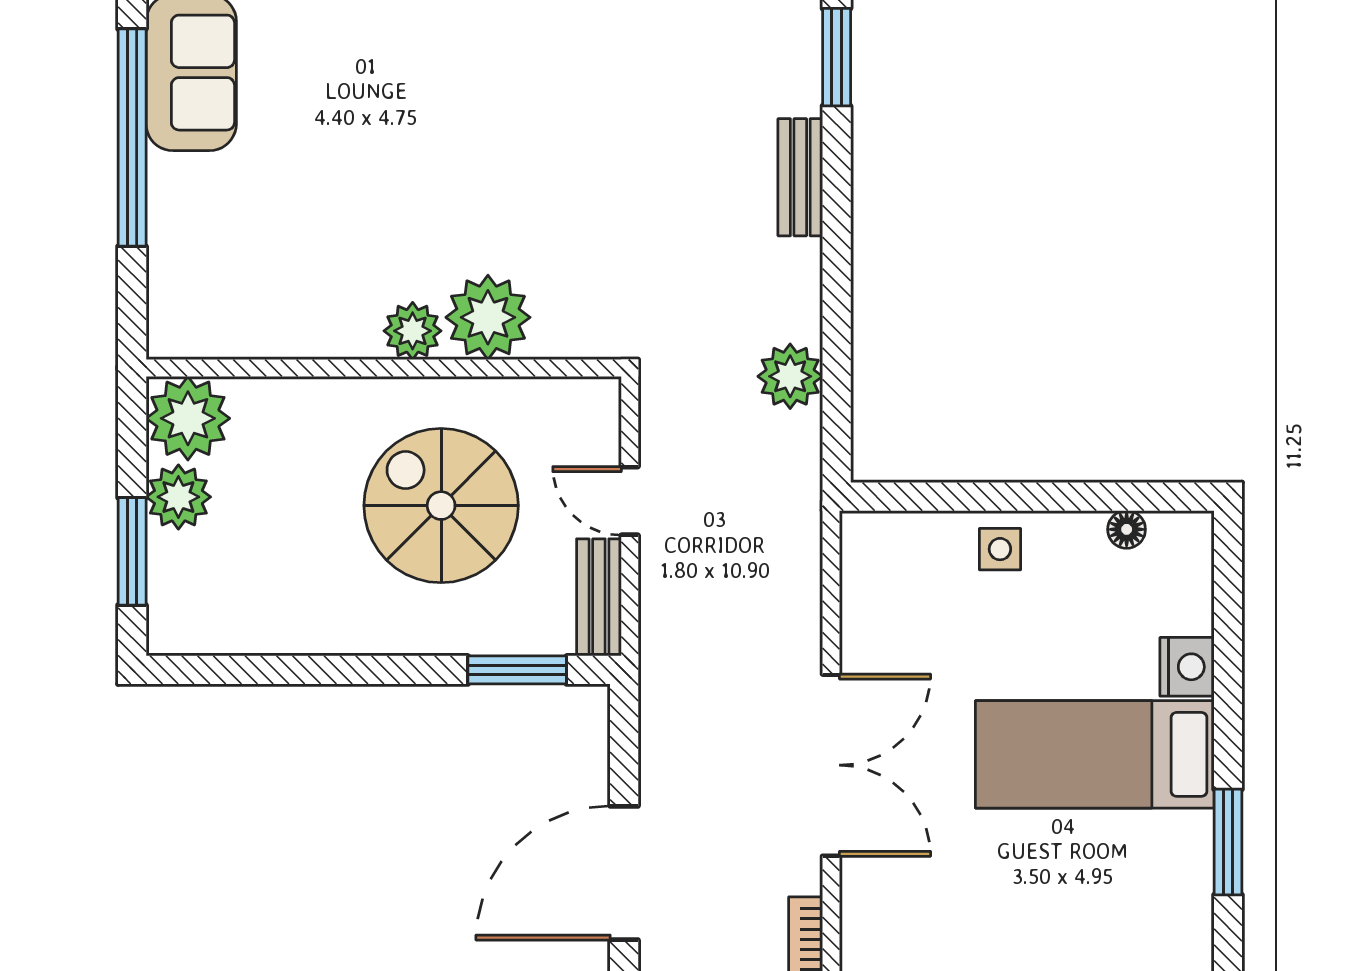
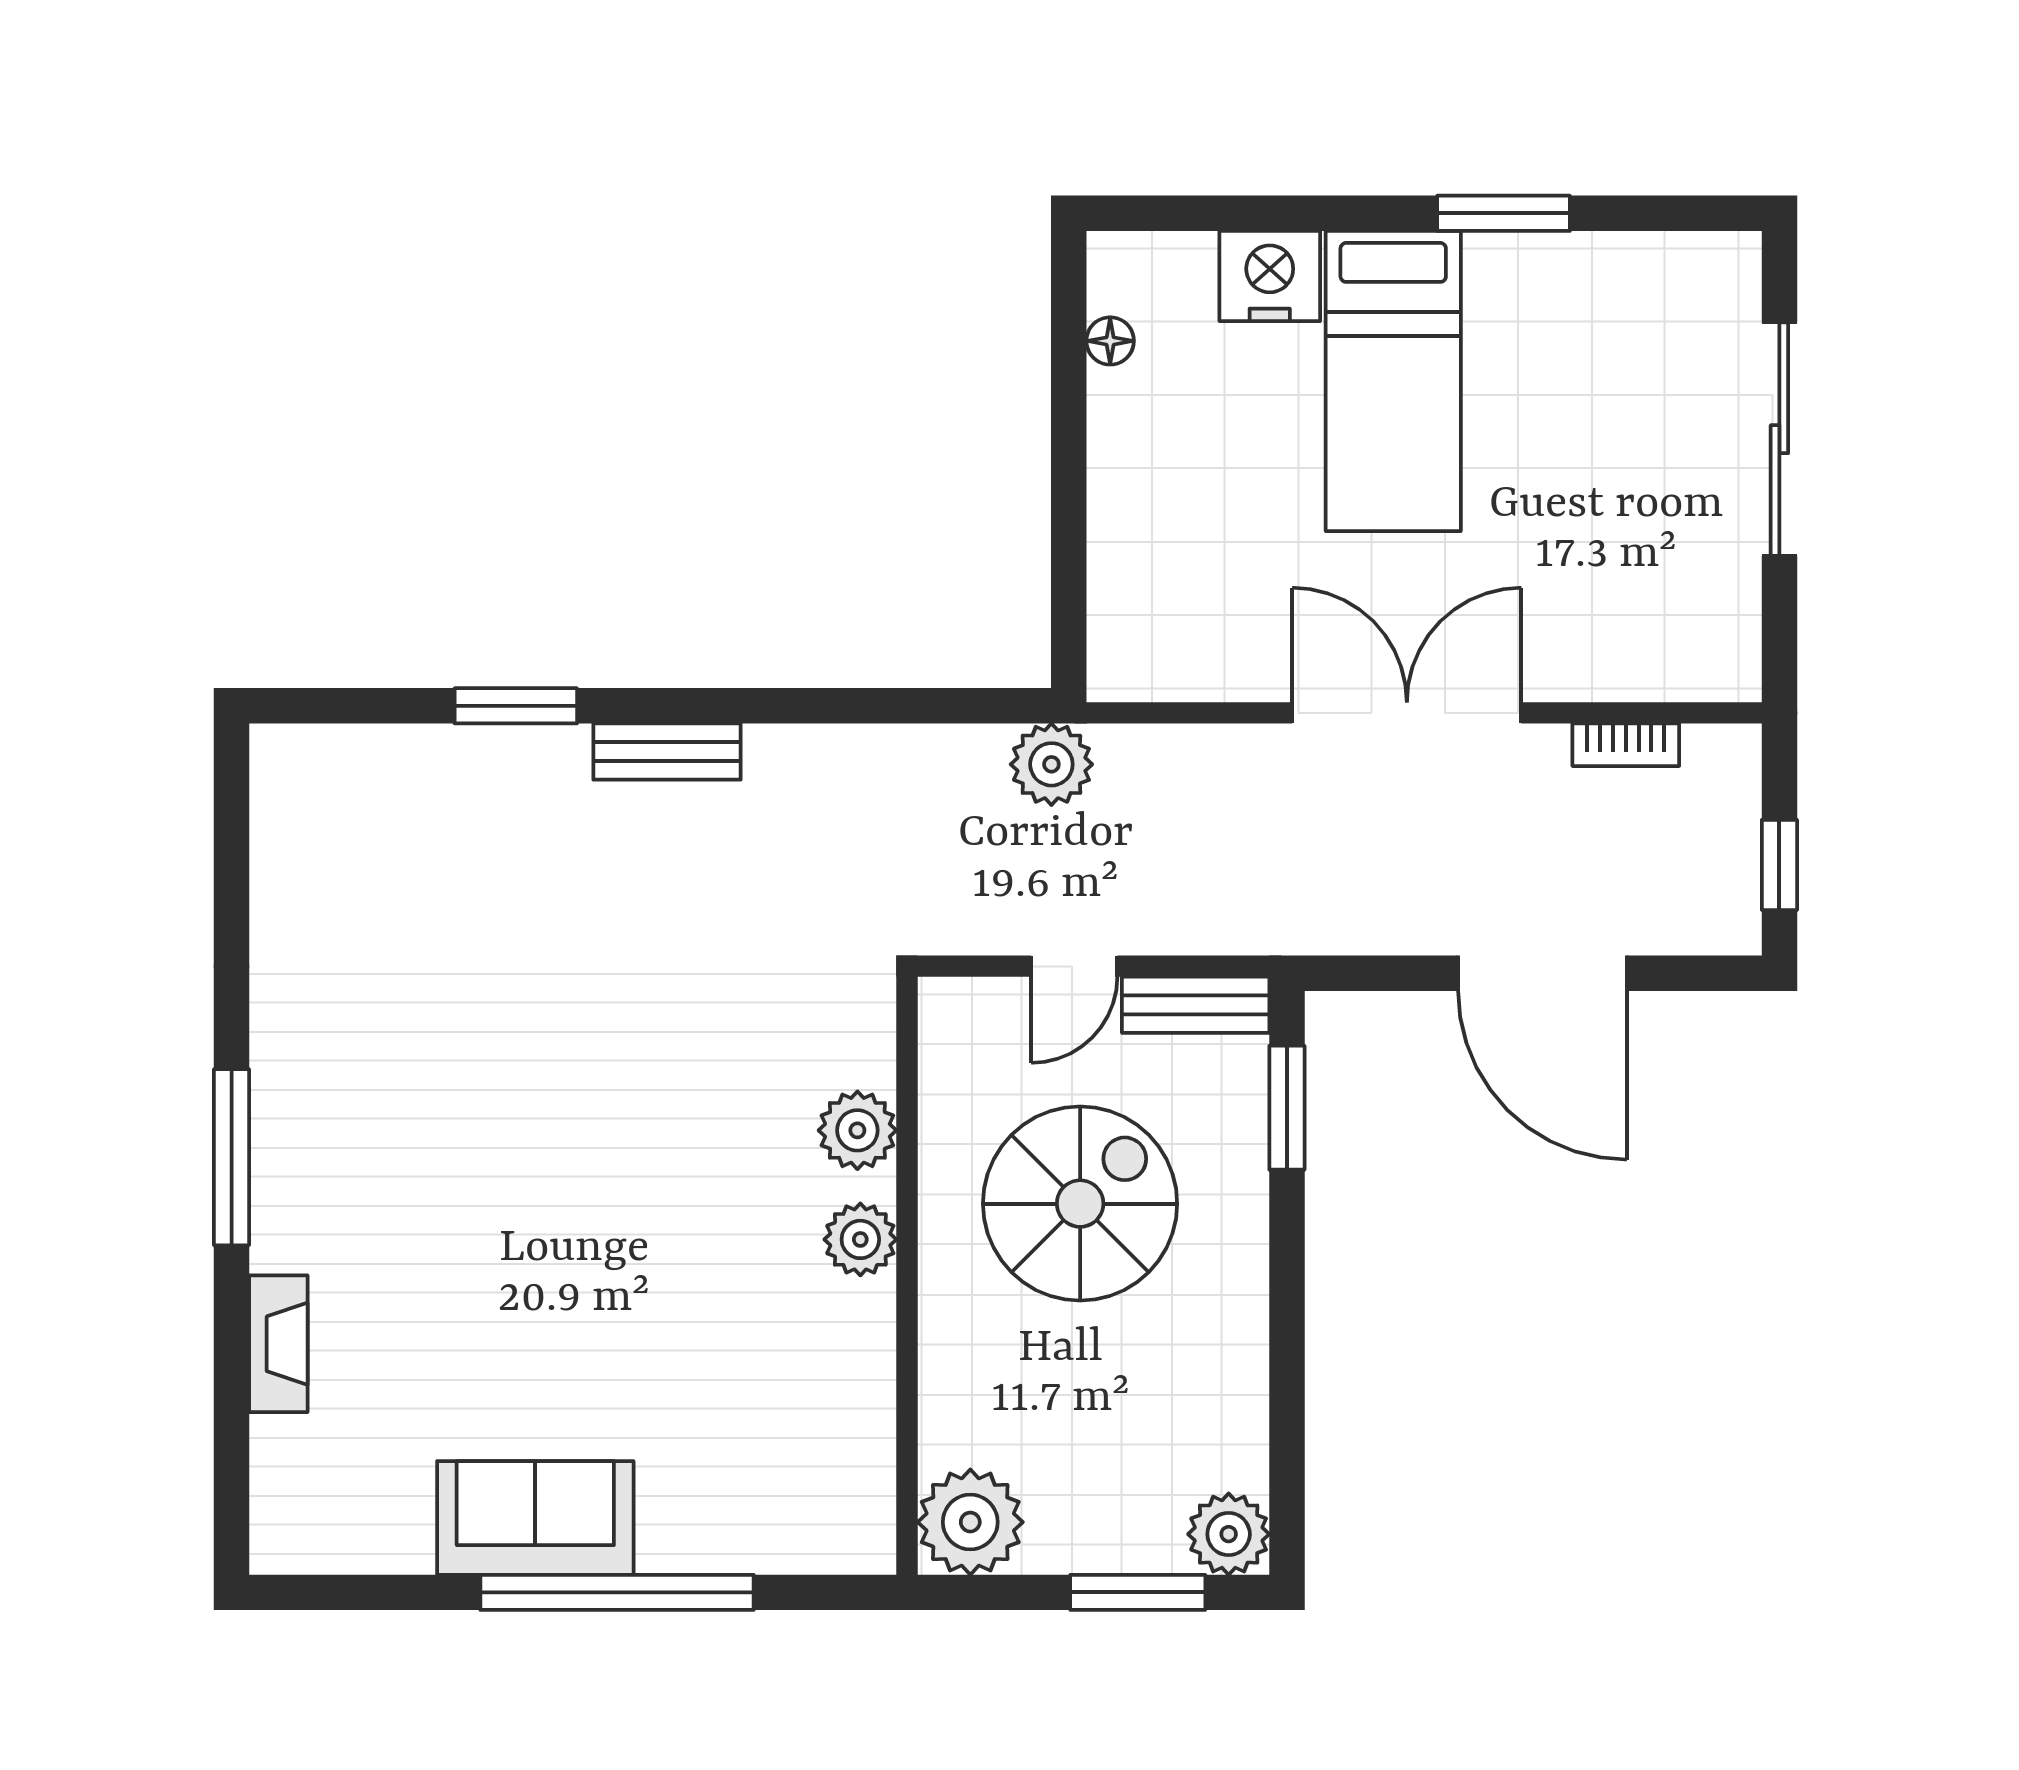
plant: (488, 317) -> (857, 1130), width x0.73, depth x0.73
plant: (790, 376) -> (1051, 764), moved
plant: (178, 497) -> (1229, 1534), moved
spiral stairs: (441, 506) -> (1080, 1204), turned 180
side table: (1000, 549) -> (1135, 500), removed
nightstand: (1187, 667) -> (1270, 276), width x1.36, depth x1.33

